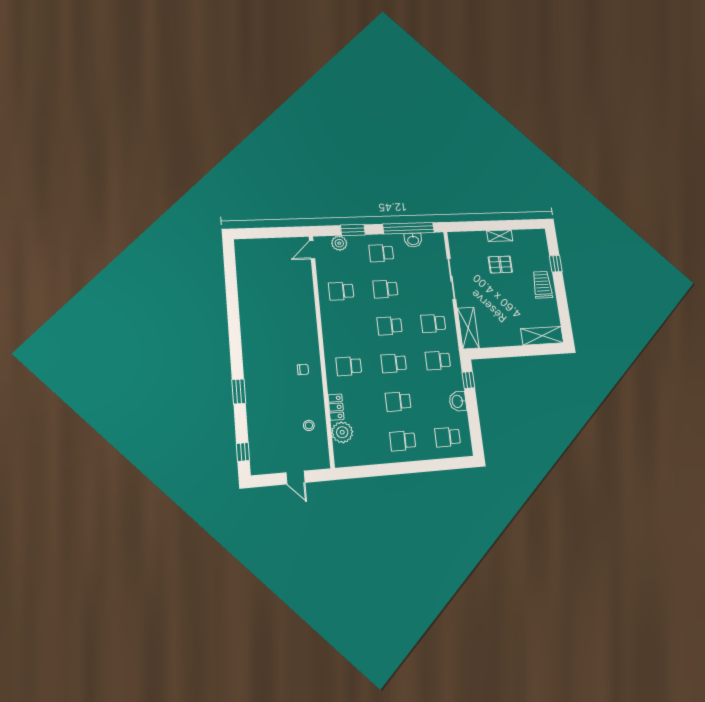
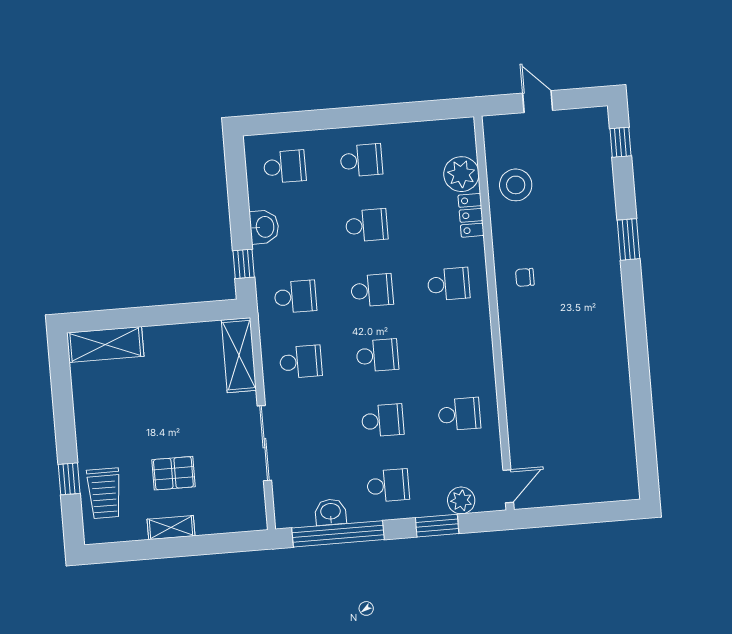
trolley: (542, 285) -> (104, 493), moved
stool: (309, 425) -> (516, 185), width x1.89, depth x1.89

